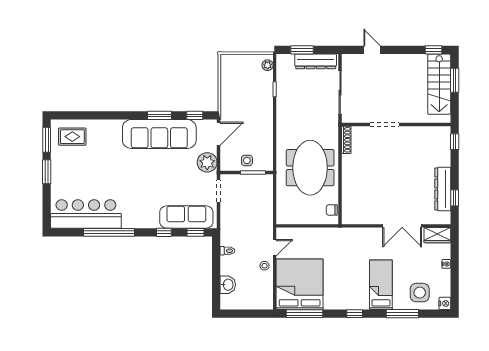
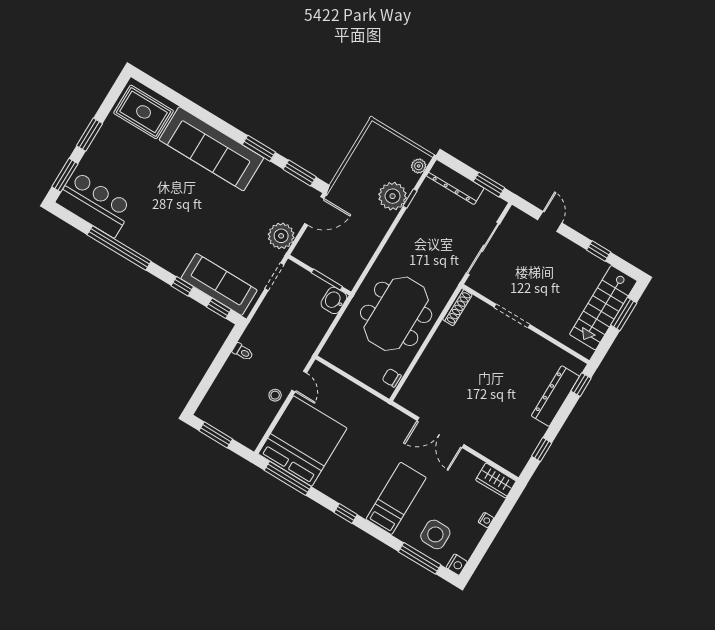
window: (302, 50) -> (489, 185), moved
window: (434, 50) -> (599, 251), moved
dresser: (316, 61) -> (455, 182), moved
plant: (263, 94) -> (393, 196), added
window: (195, 115) -> (300, 173), width x1.50
sofa: (159, 134) -> (211, 149), moved
rug: (72, 137) -> (144, 112), width x1.36, depth x1.43
window: (47, 140) -> (65, 175), moved
side table: (247, 160) -> (328, 261), removed
dresser: (443, 189) -> (555, 396), moved
bar counter: (86, 214) -> (94, 204), width x0.73
double door: (402, 226) -> (441, 432), moved
door: (275, 248) -> (299, 381), hinge flipped
washbasin: (228, 285) -> (334, 300), moved, turned 180
window: (242, 314) -> (216, 435), added
window: (402, 314) -> (420, 558), moved

